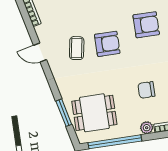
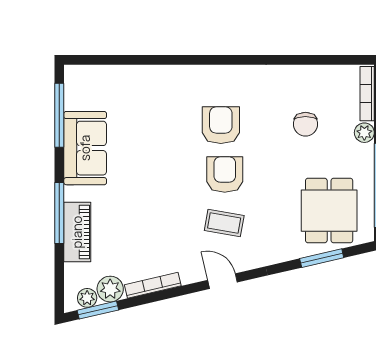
armchair: (146, 25) -> (221, 125), moved
door: (40, 52) -> (223, 281), swing flipped

